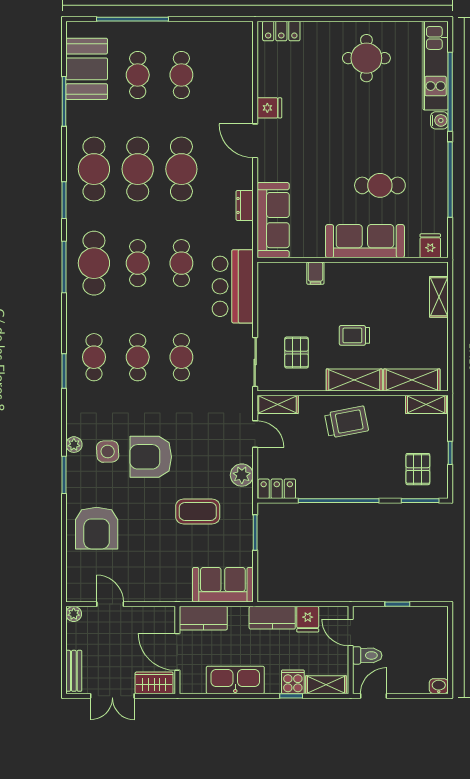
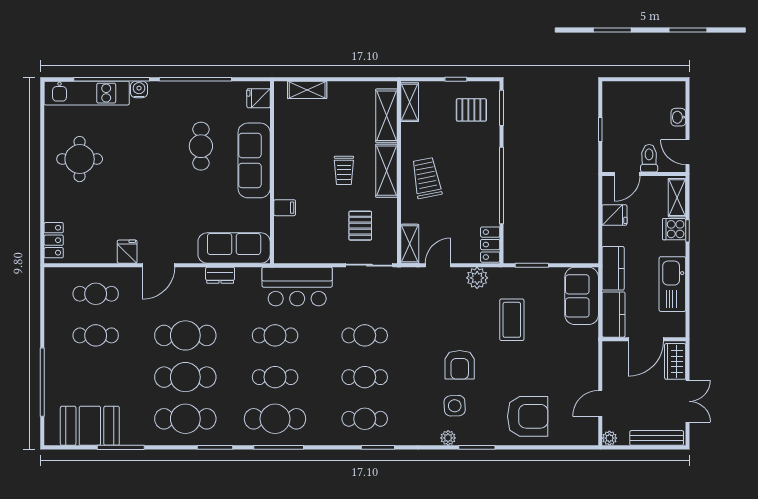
cafe table: (138, 75) -> (96, 294), moved
pallet: (297, 353) -> (360, 226), turned 90
armchair: (151, 457) -> (460, 365), width x0.73, depth x0.73
kitchen counter: (272, 618) -> (613, 268), moved
bench: (74, 671) -> (657, 438), width x1.36
washbasin: (439, 686) -> (678, 117), moved

